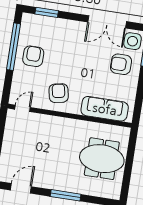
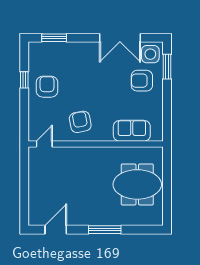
window: (13, 47) -> (24, 80), width x0.32
sofa: (105, 109) -> (132, 131), width x0.73

